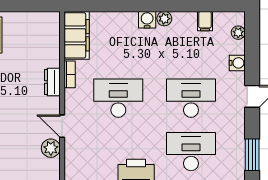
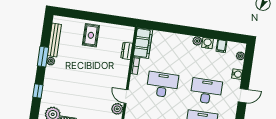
water cooler: (147, 20) -> (207, 43), moved
dresser: (52, 82) -> (127, 51), moved

